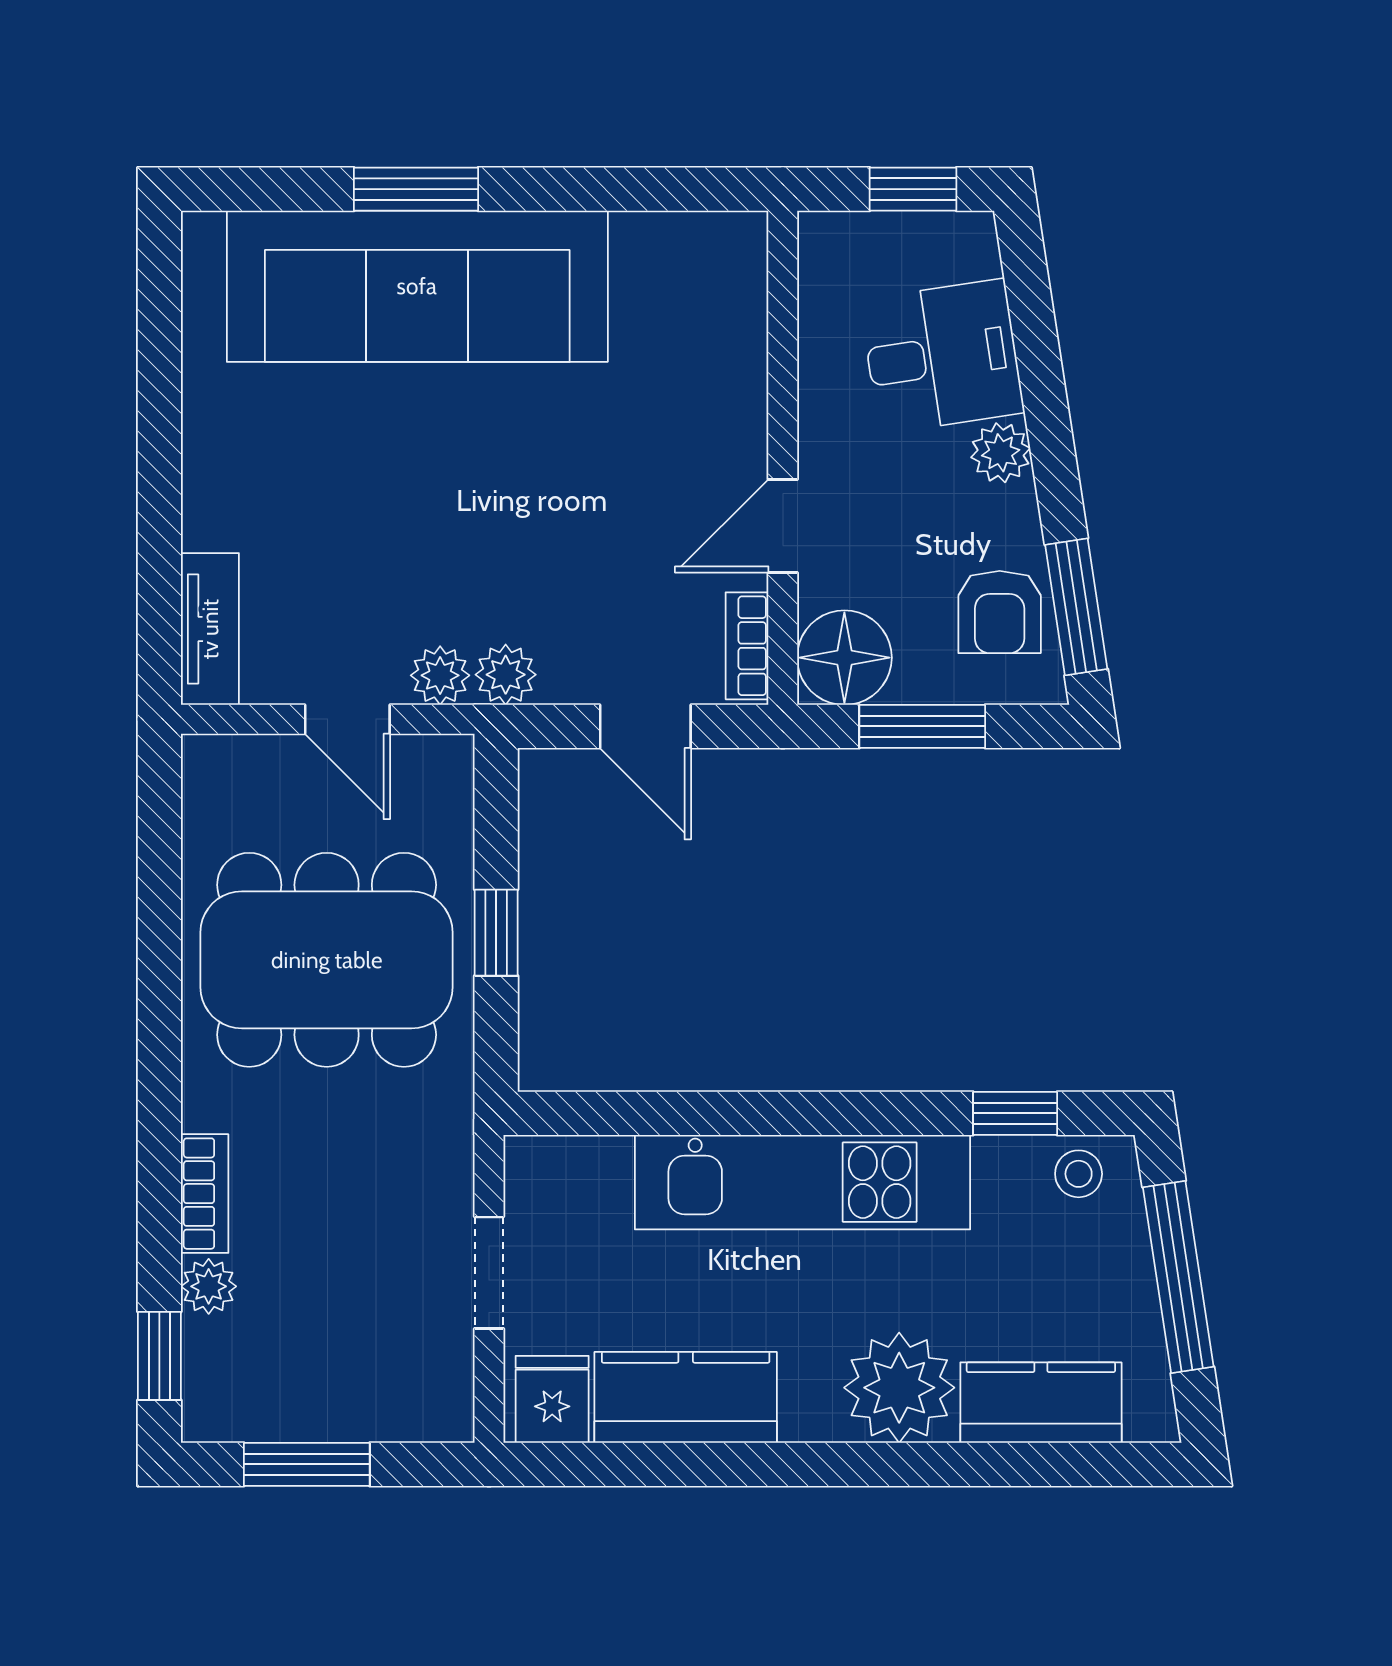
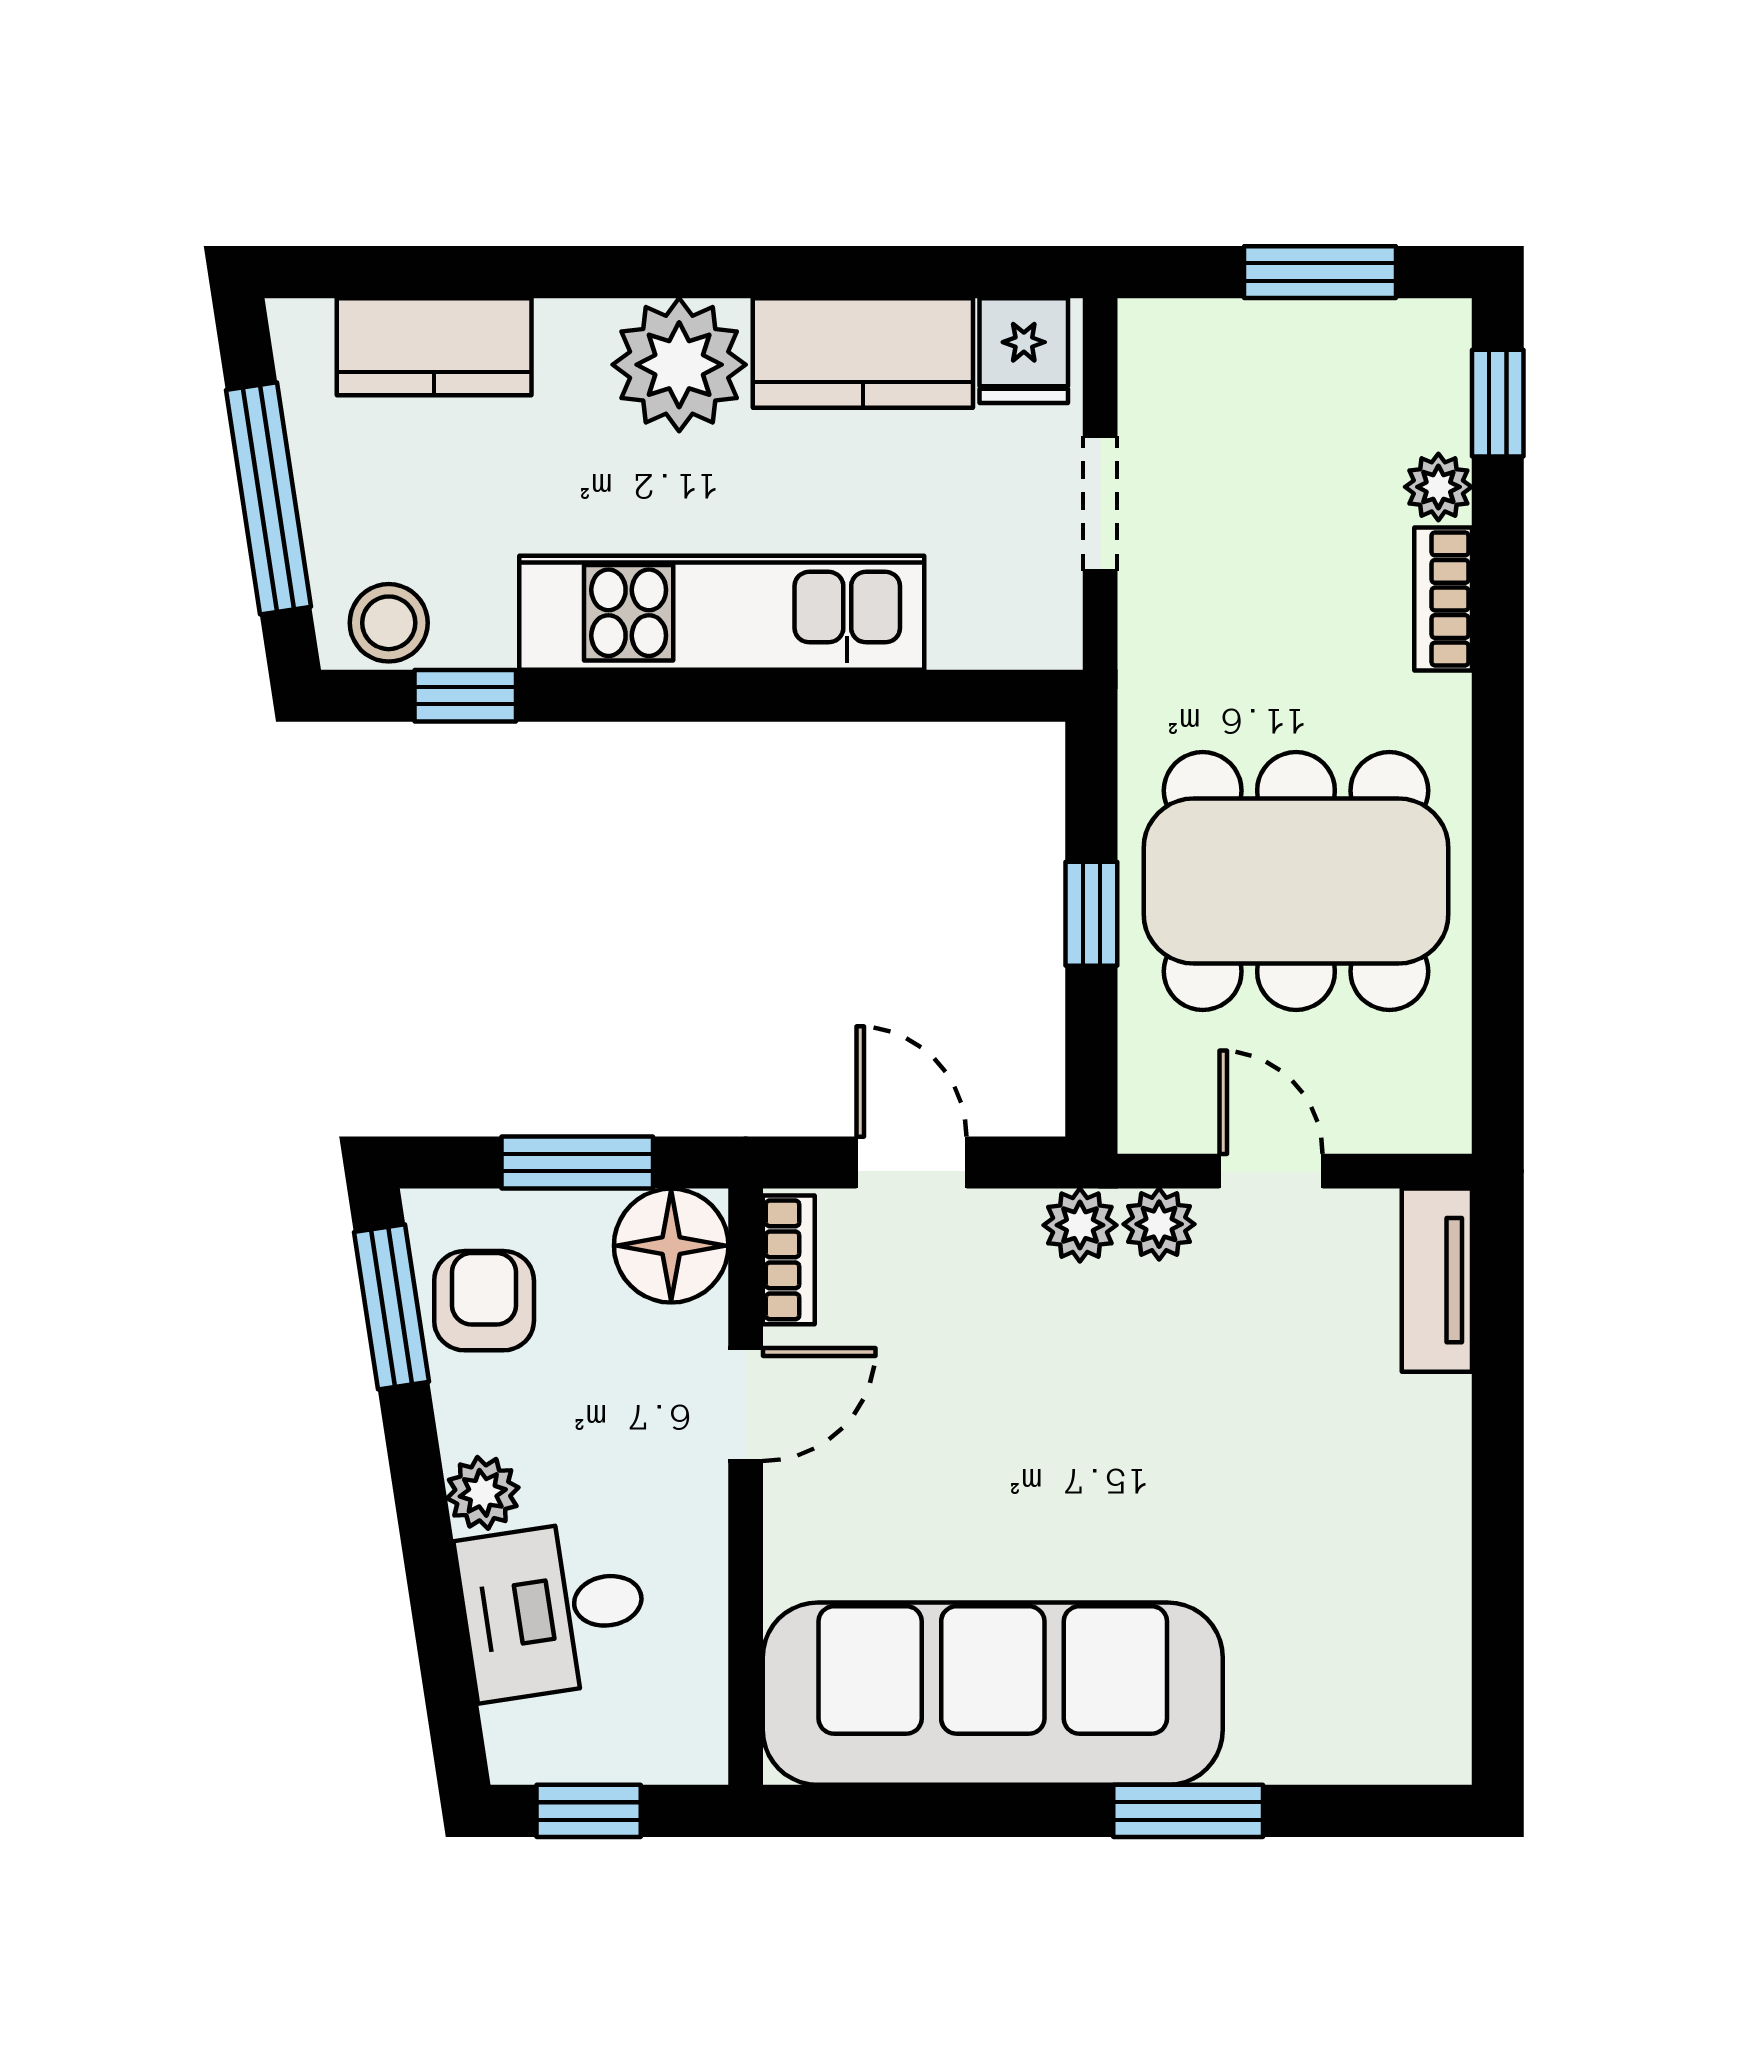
sofa: (417, 286) -> (993, 1694), moved
stool: (1079, 1174) -> (389, 623), width x1.37, depth x1.37
plant: (899, 1388) -> (679, 365), moved

